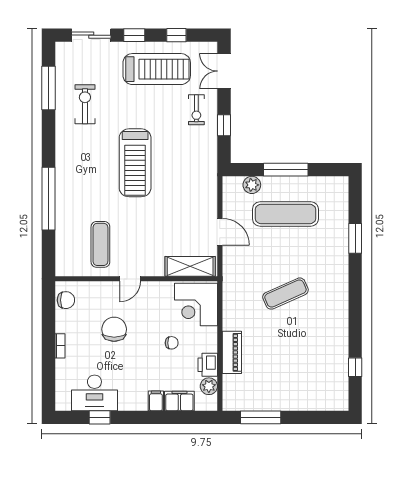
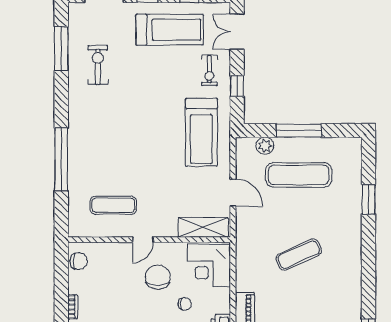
treadmill: (135, 163) -> (201, 132), moved
exercise mat: (100, 244) -> (113, 205), turned 90
chair: (114, 329) -> (158, 277), moved

